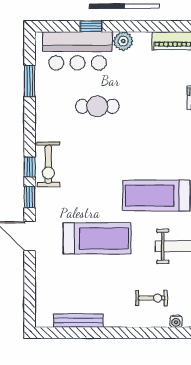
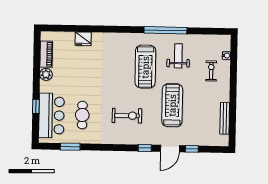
plant: (123, 41) -> (46, 74), moved
cafe table: (97, 106) -> (82, 115), moved
exercise bike: (48, 164) -> (127, 116), moved
window: (30, 167) -> (192, 149), moved

